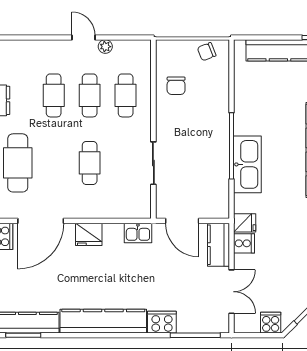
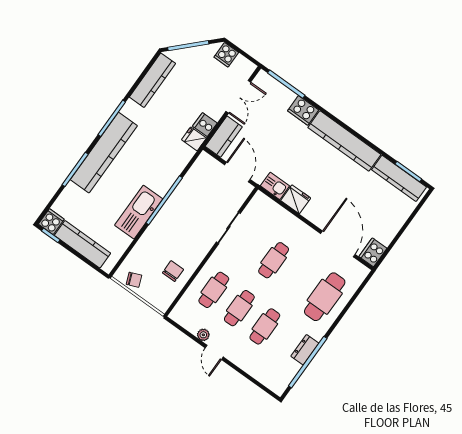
kitchen sink: (247, 164) -> (139, 212), moved
door: (41, 221) -> (338, 244), hinge flipped
fridge: (89, 234) -> (296, 199), moved
double door: (231, 292) -> (238, 97), swing flipped

